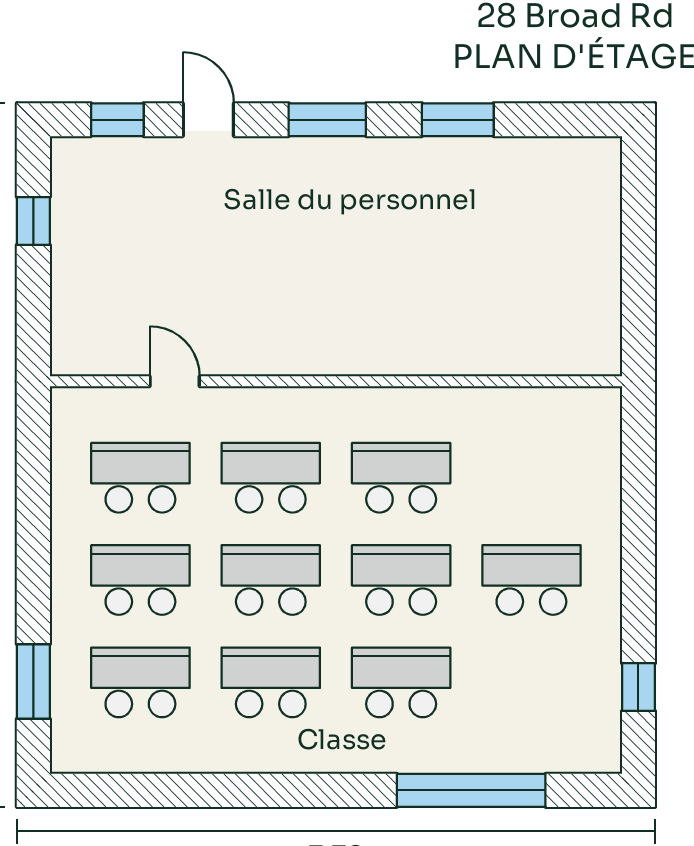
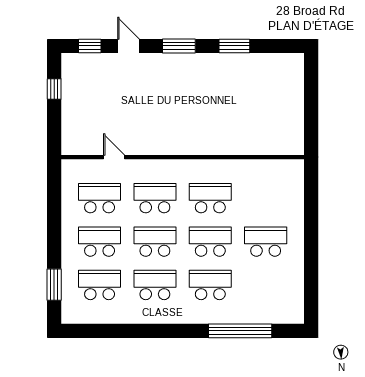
window: (638, 687) -> (311, 287), removed

